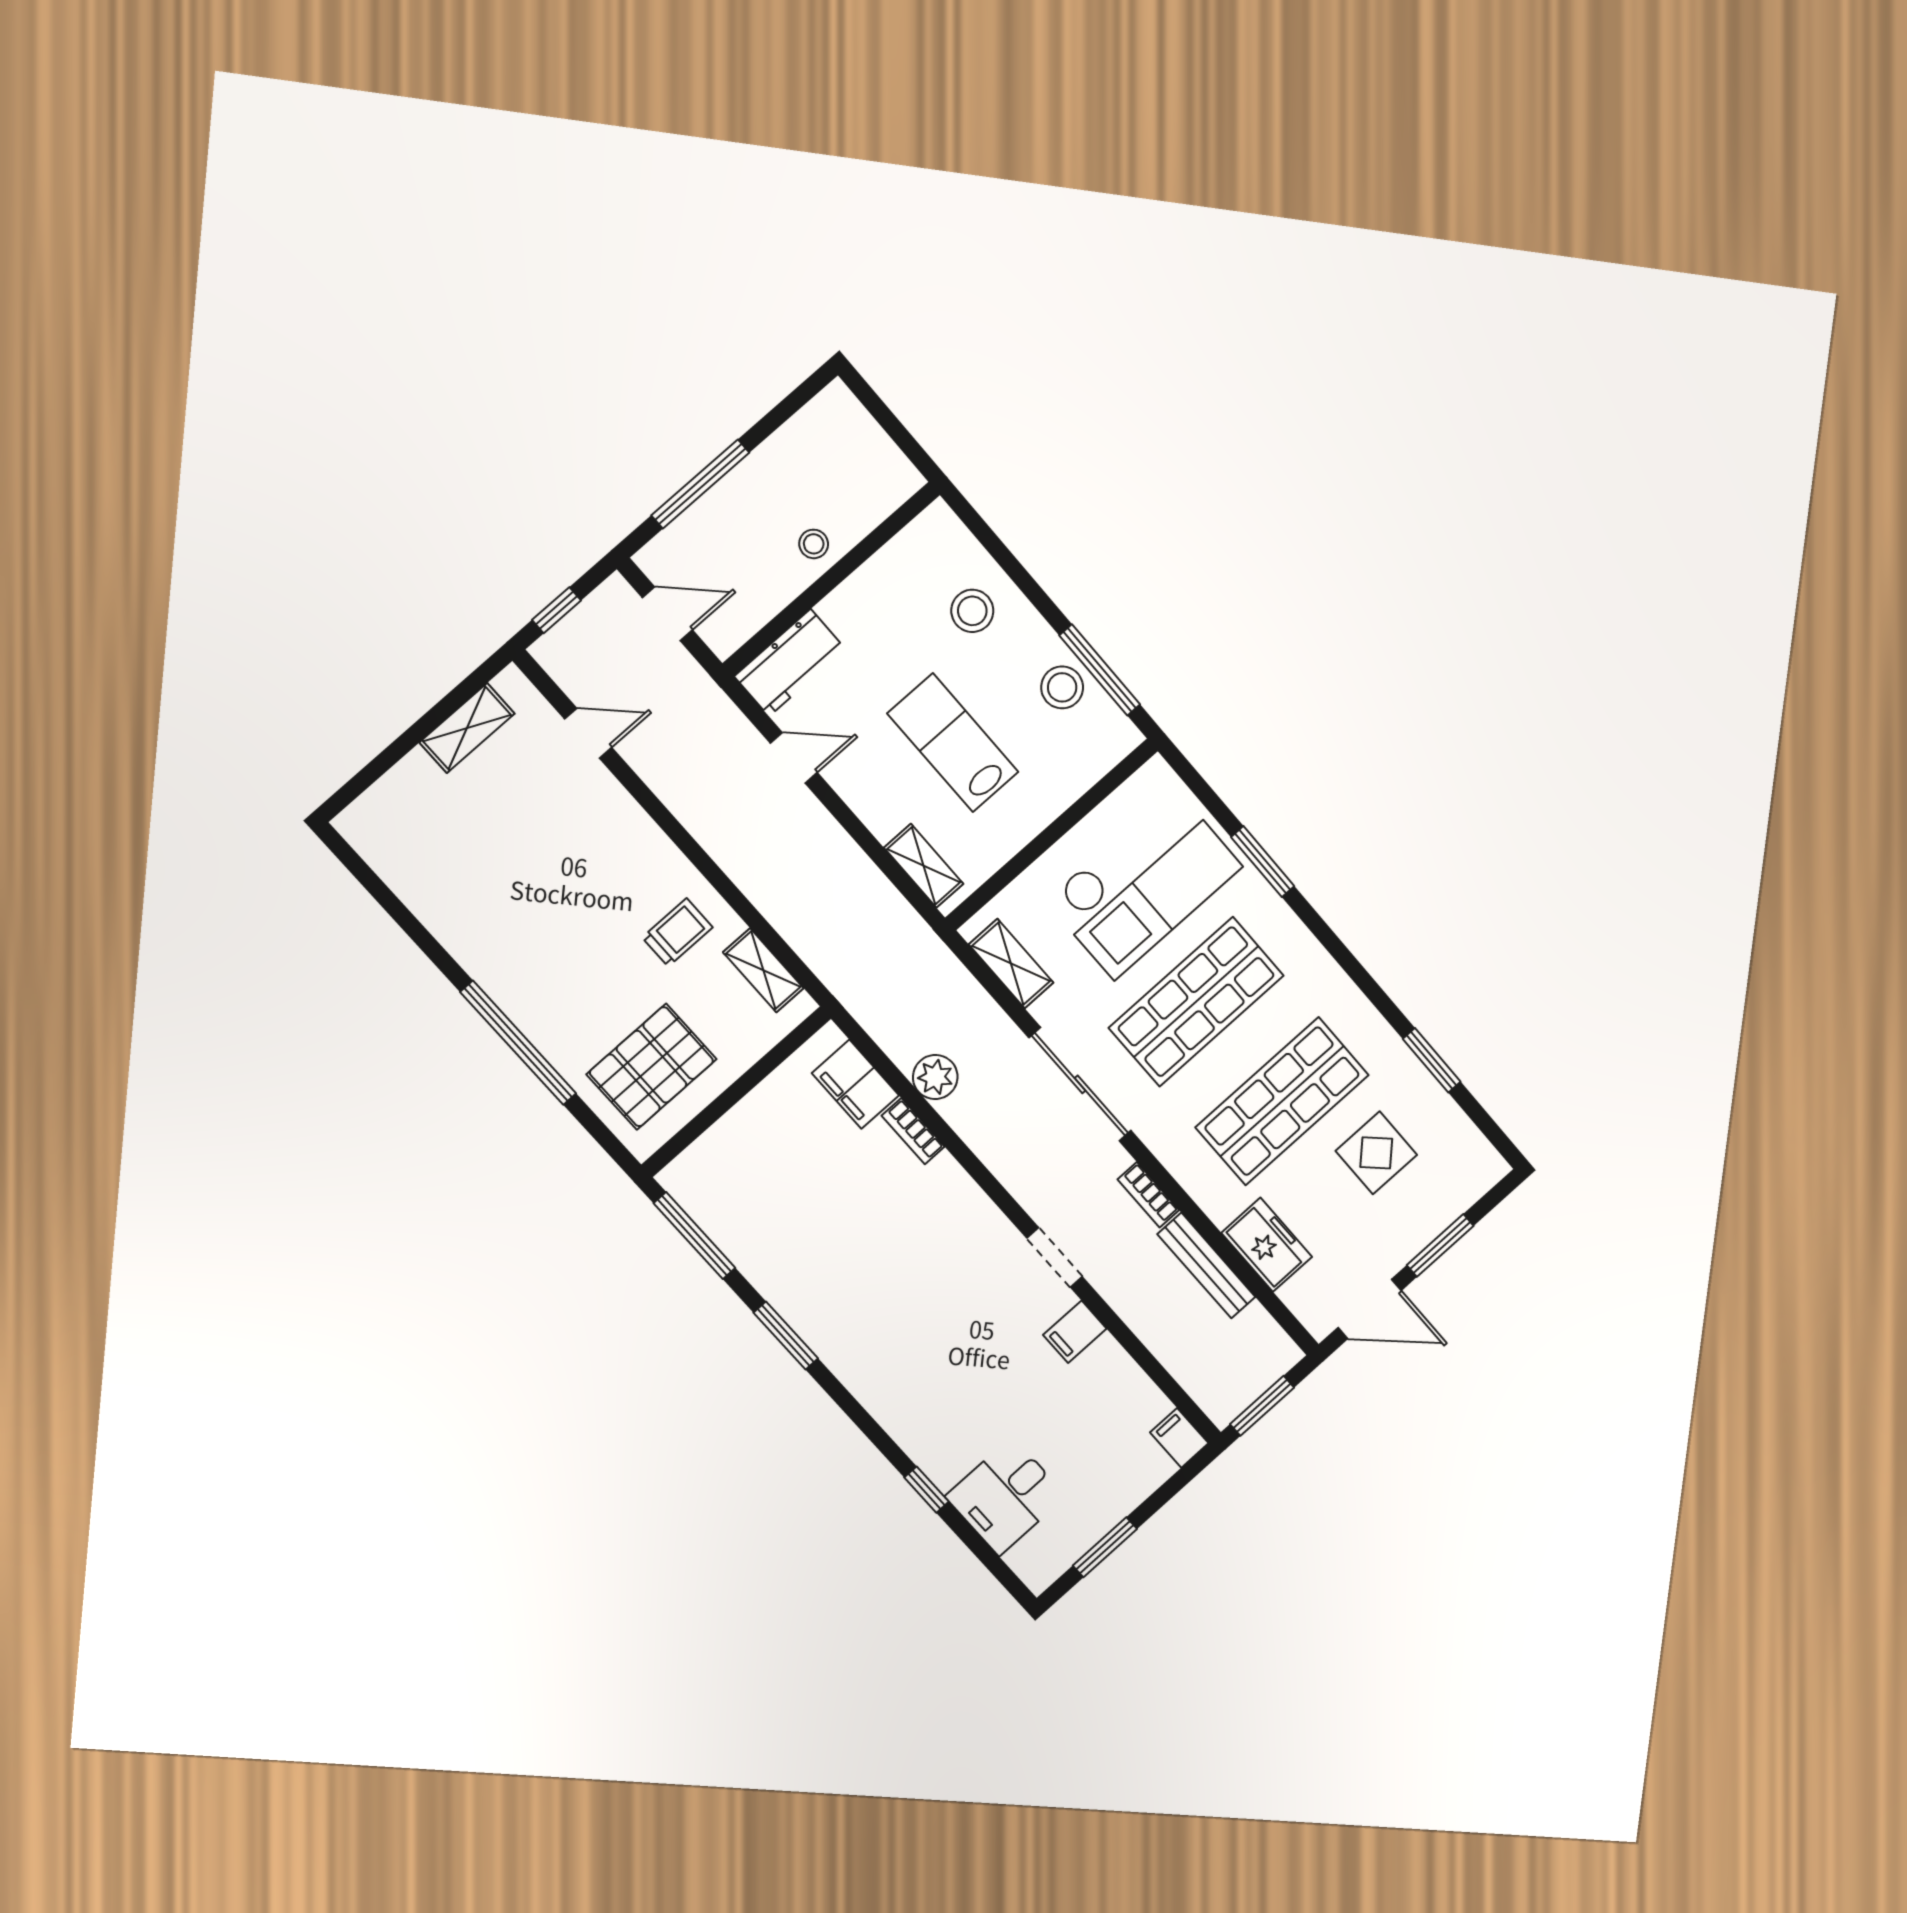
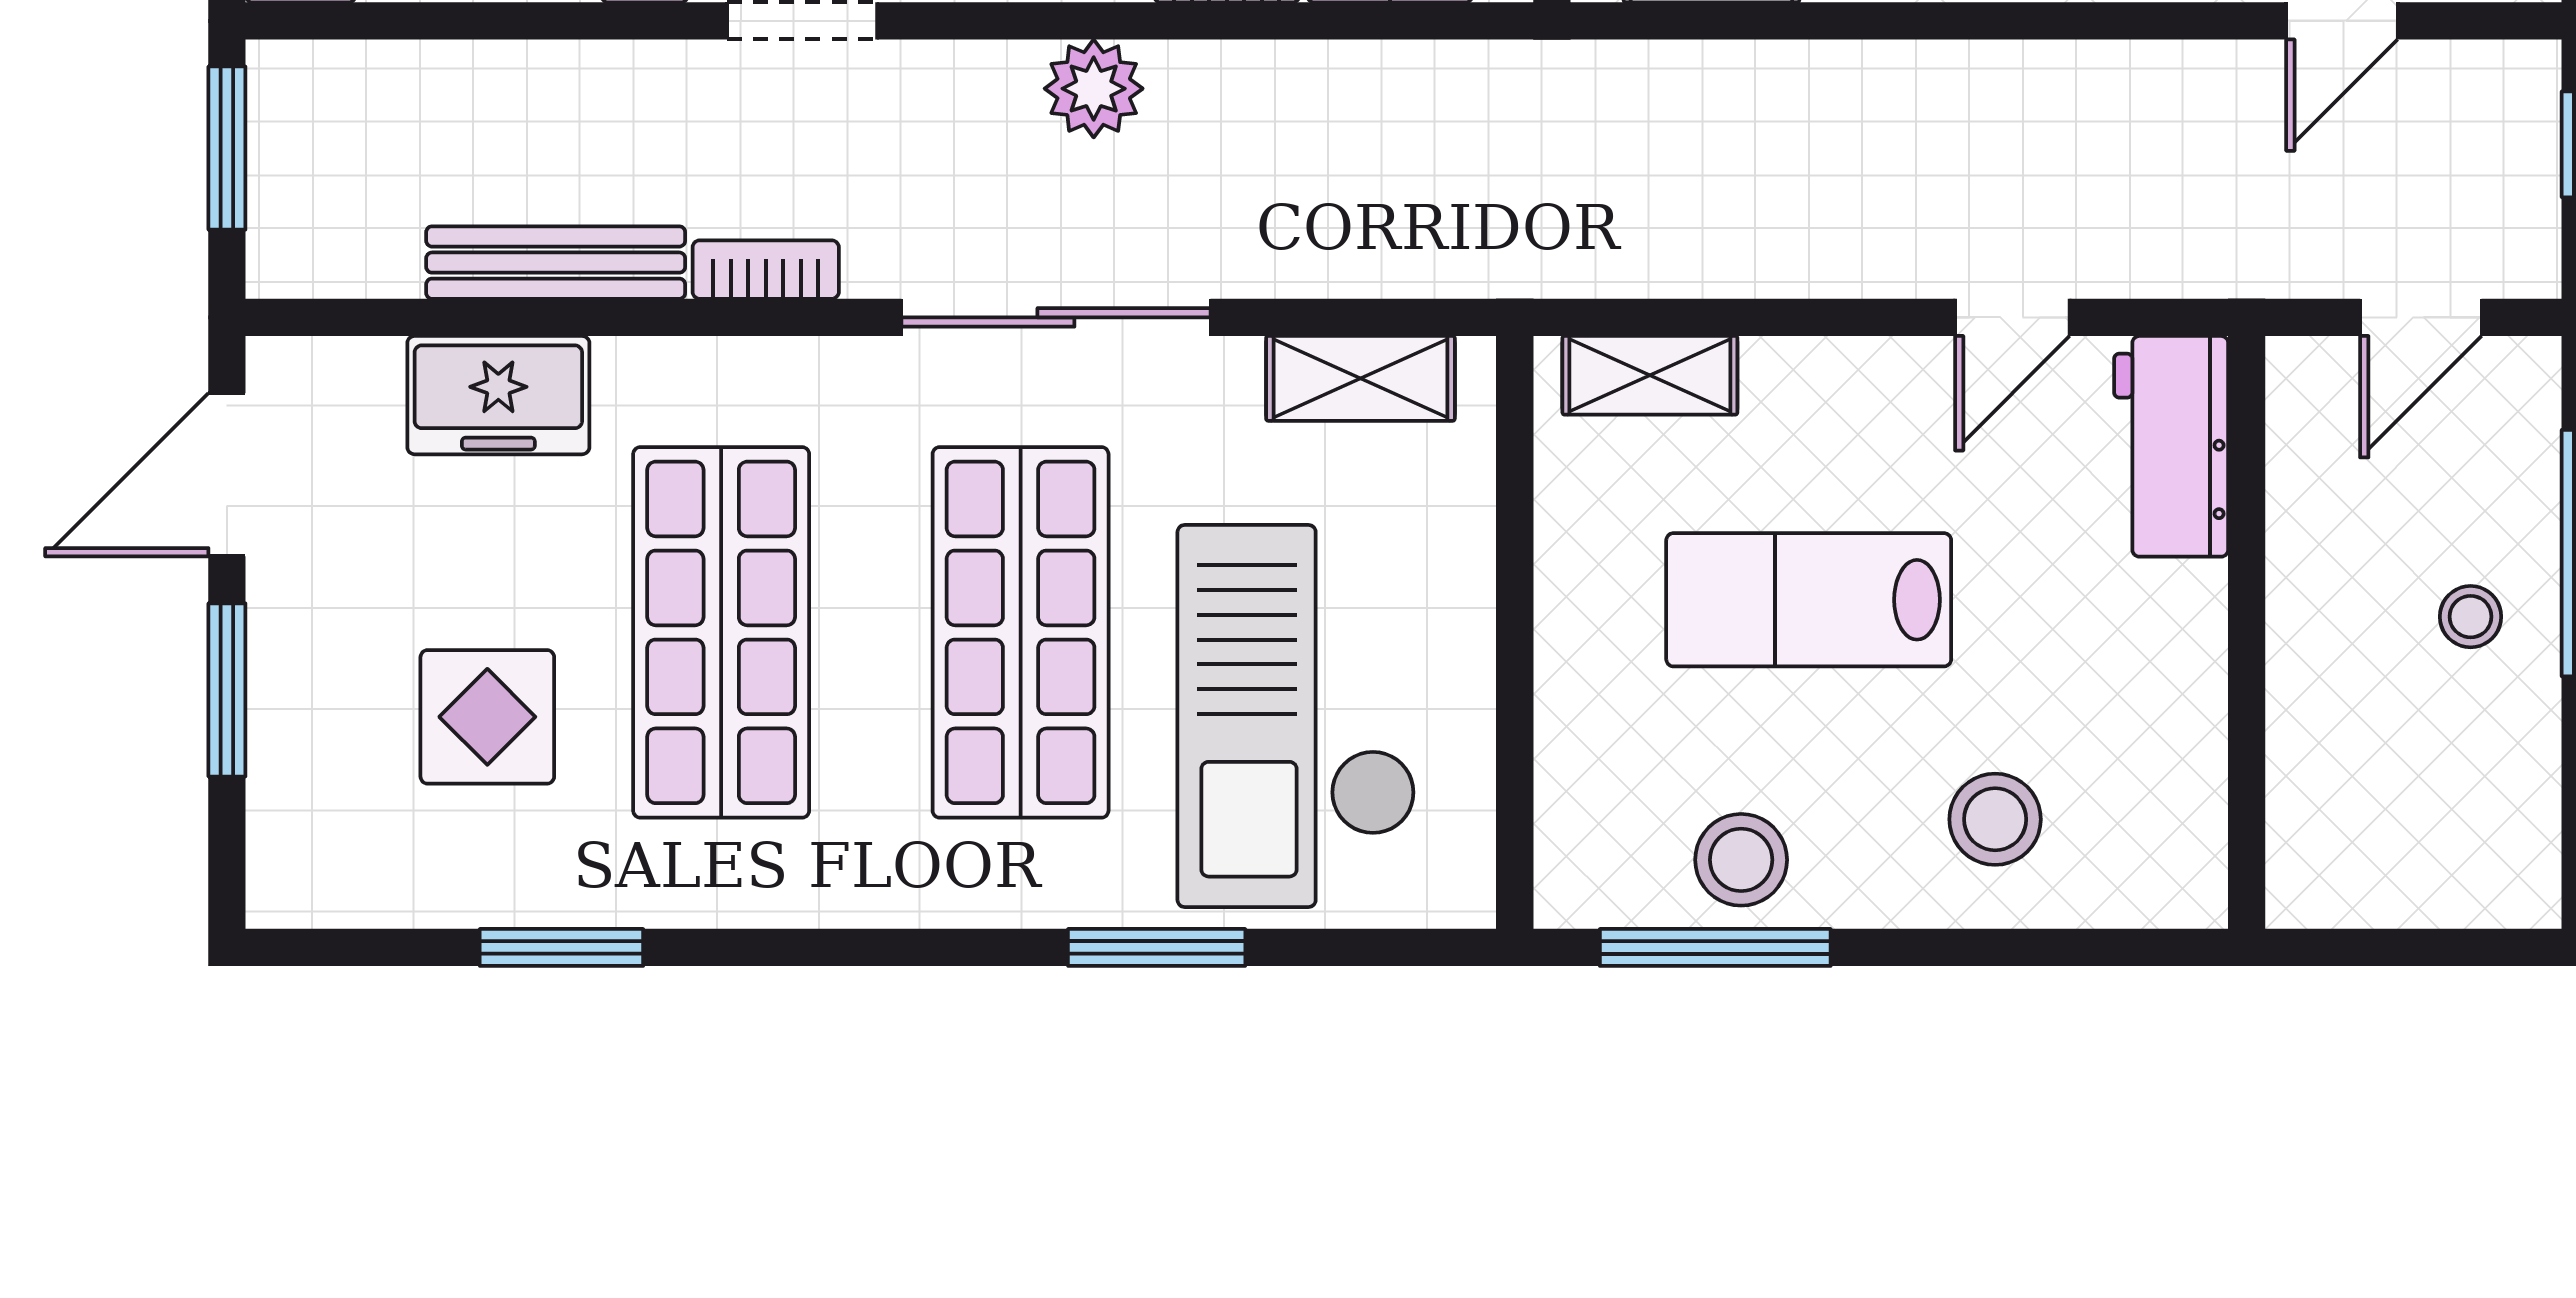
stool: (814, 544) -> (2471, 617), moved
lab bench: (953, 743) -> (1809, 600), turned 180
plant: (935, 1077) -> (1094, 89), moved

